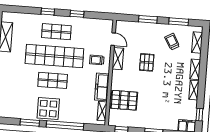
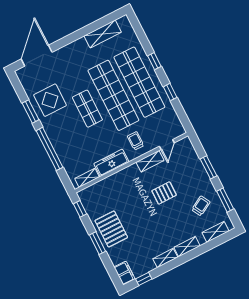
shop shelf: (56, 32) -> (139, 82), width x2.00, depth x1.36
pallet: (124, 100) -> (111, 229), moved
display table: (48, 109) -> (50, 100), moved

